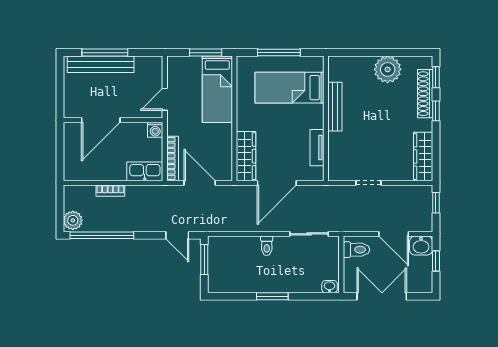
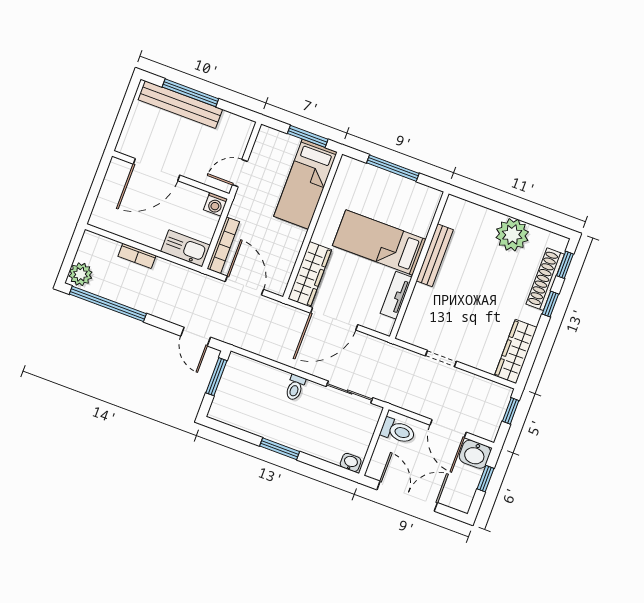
bed: (289, 88) -> (379, 242), moved

